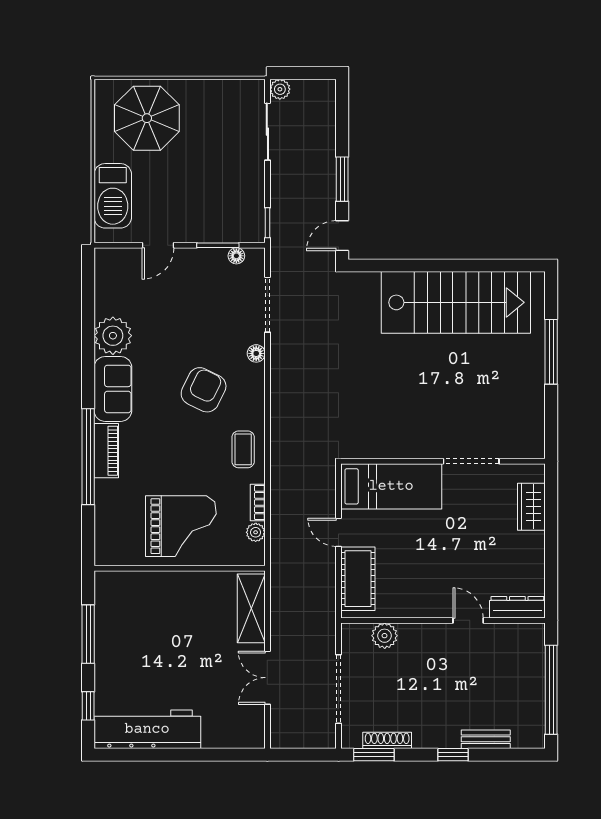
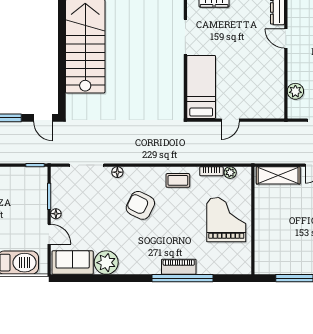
floor lamp: (236, 256) -> (56, 214), moved
sofa: (113, 389) -> (73, 263), moved
cot: (358, 579) -> (259, 108), removed
door: (468, 620) -> (286, 39), hinge flipped

